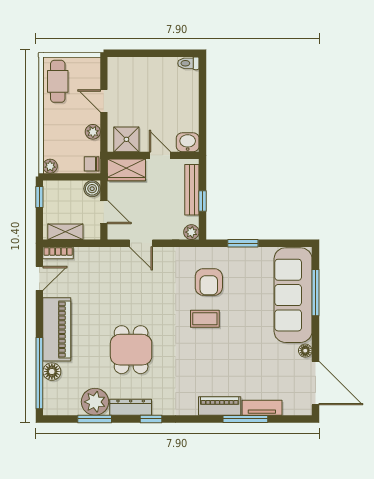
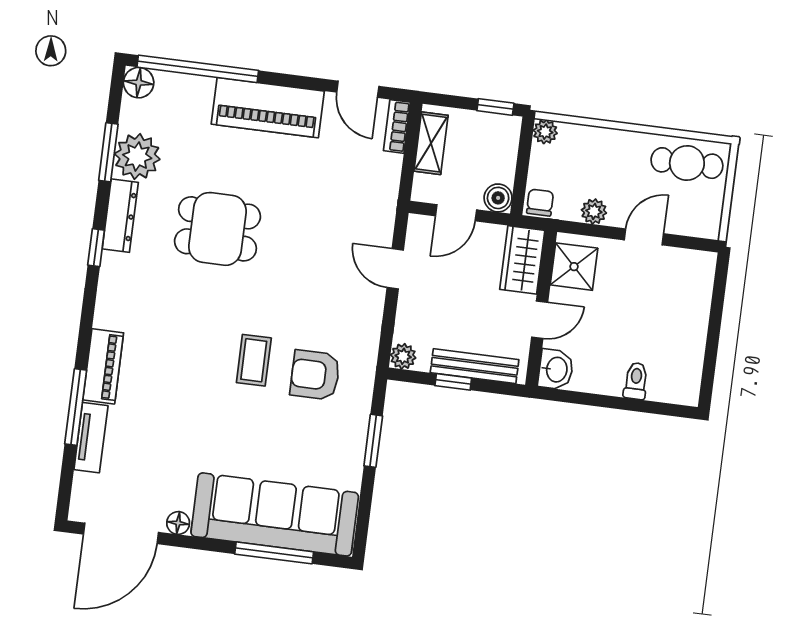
toilet: (188, 63) -> (636, 381), moved
door: (141, 243) -> (395, 269), hinge flipped
floor lamp: (52, 372) -> (139, 83), moved

